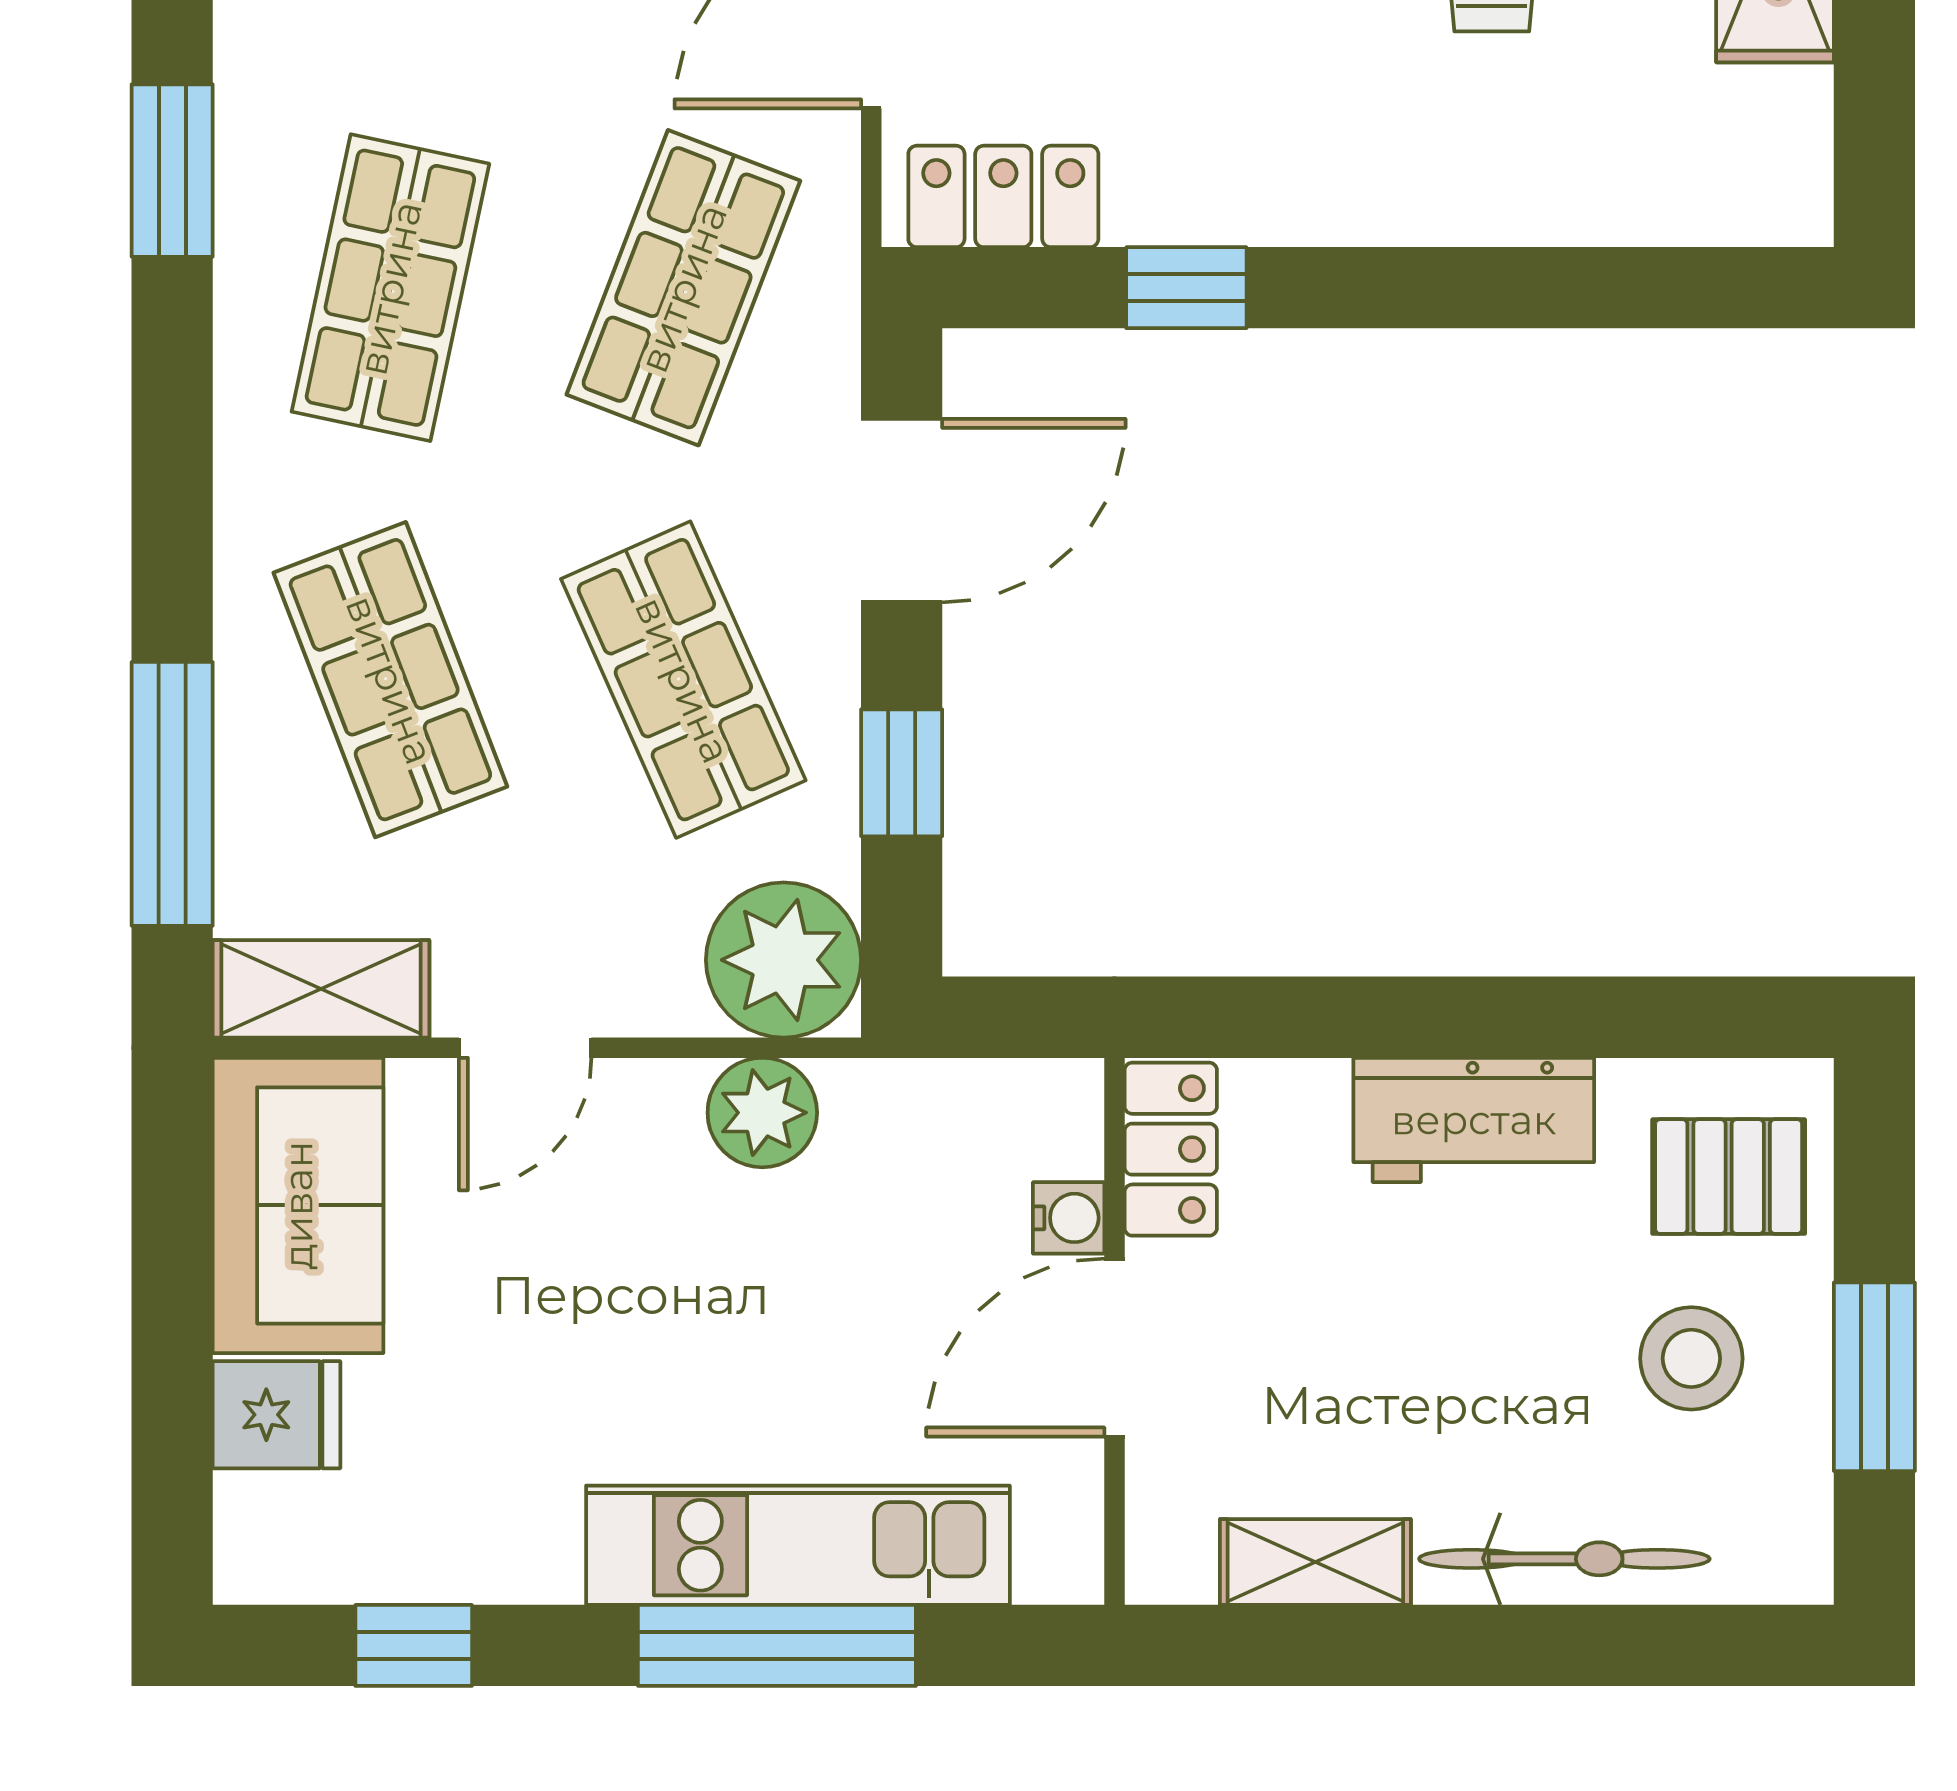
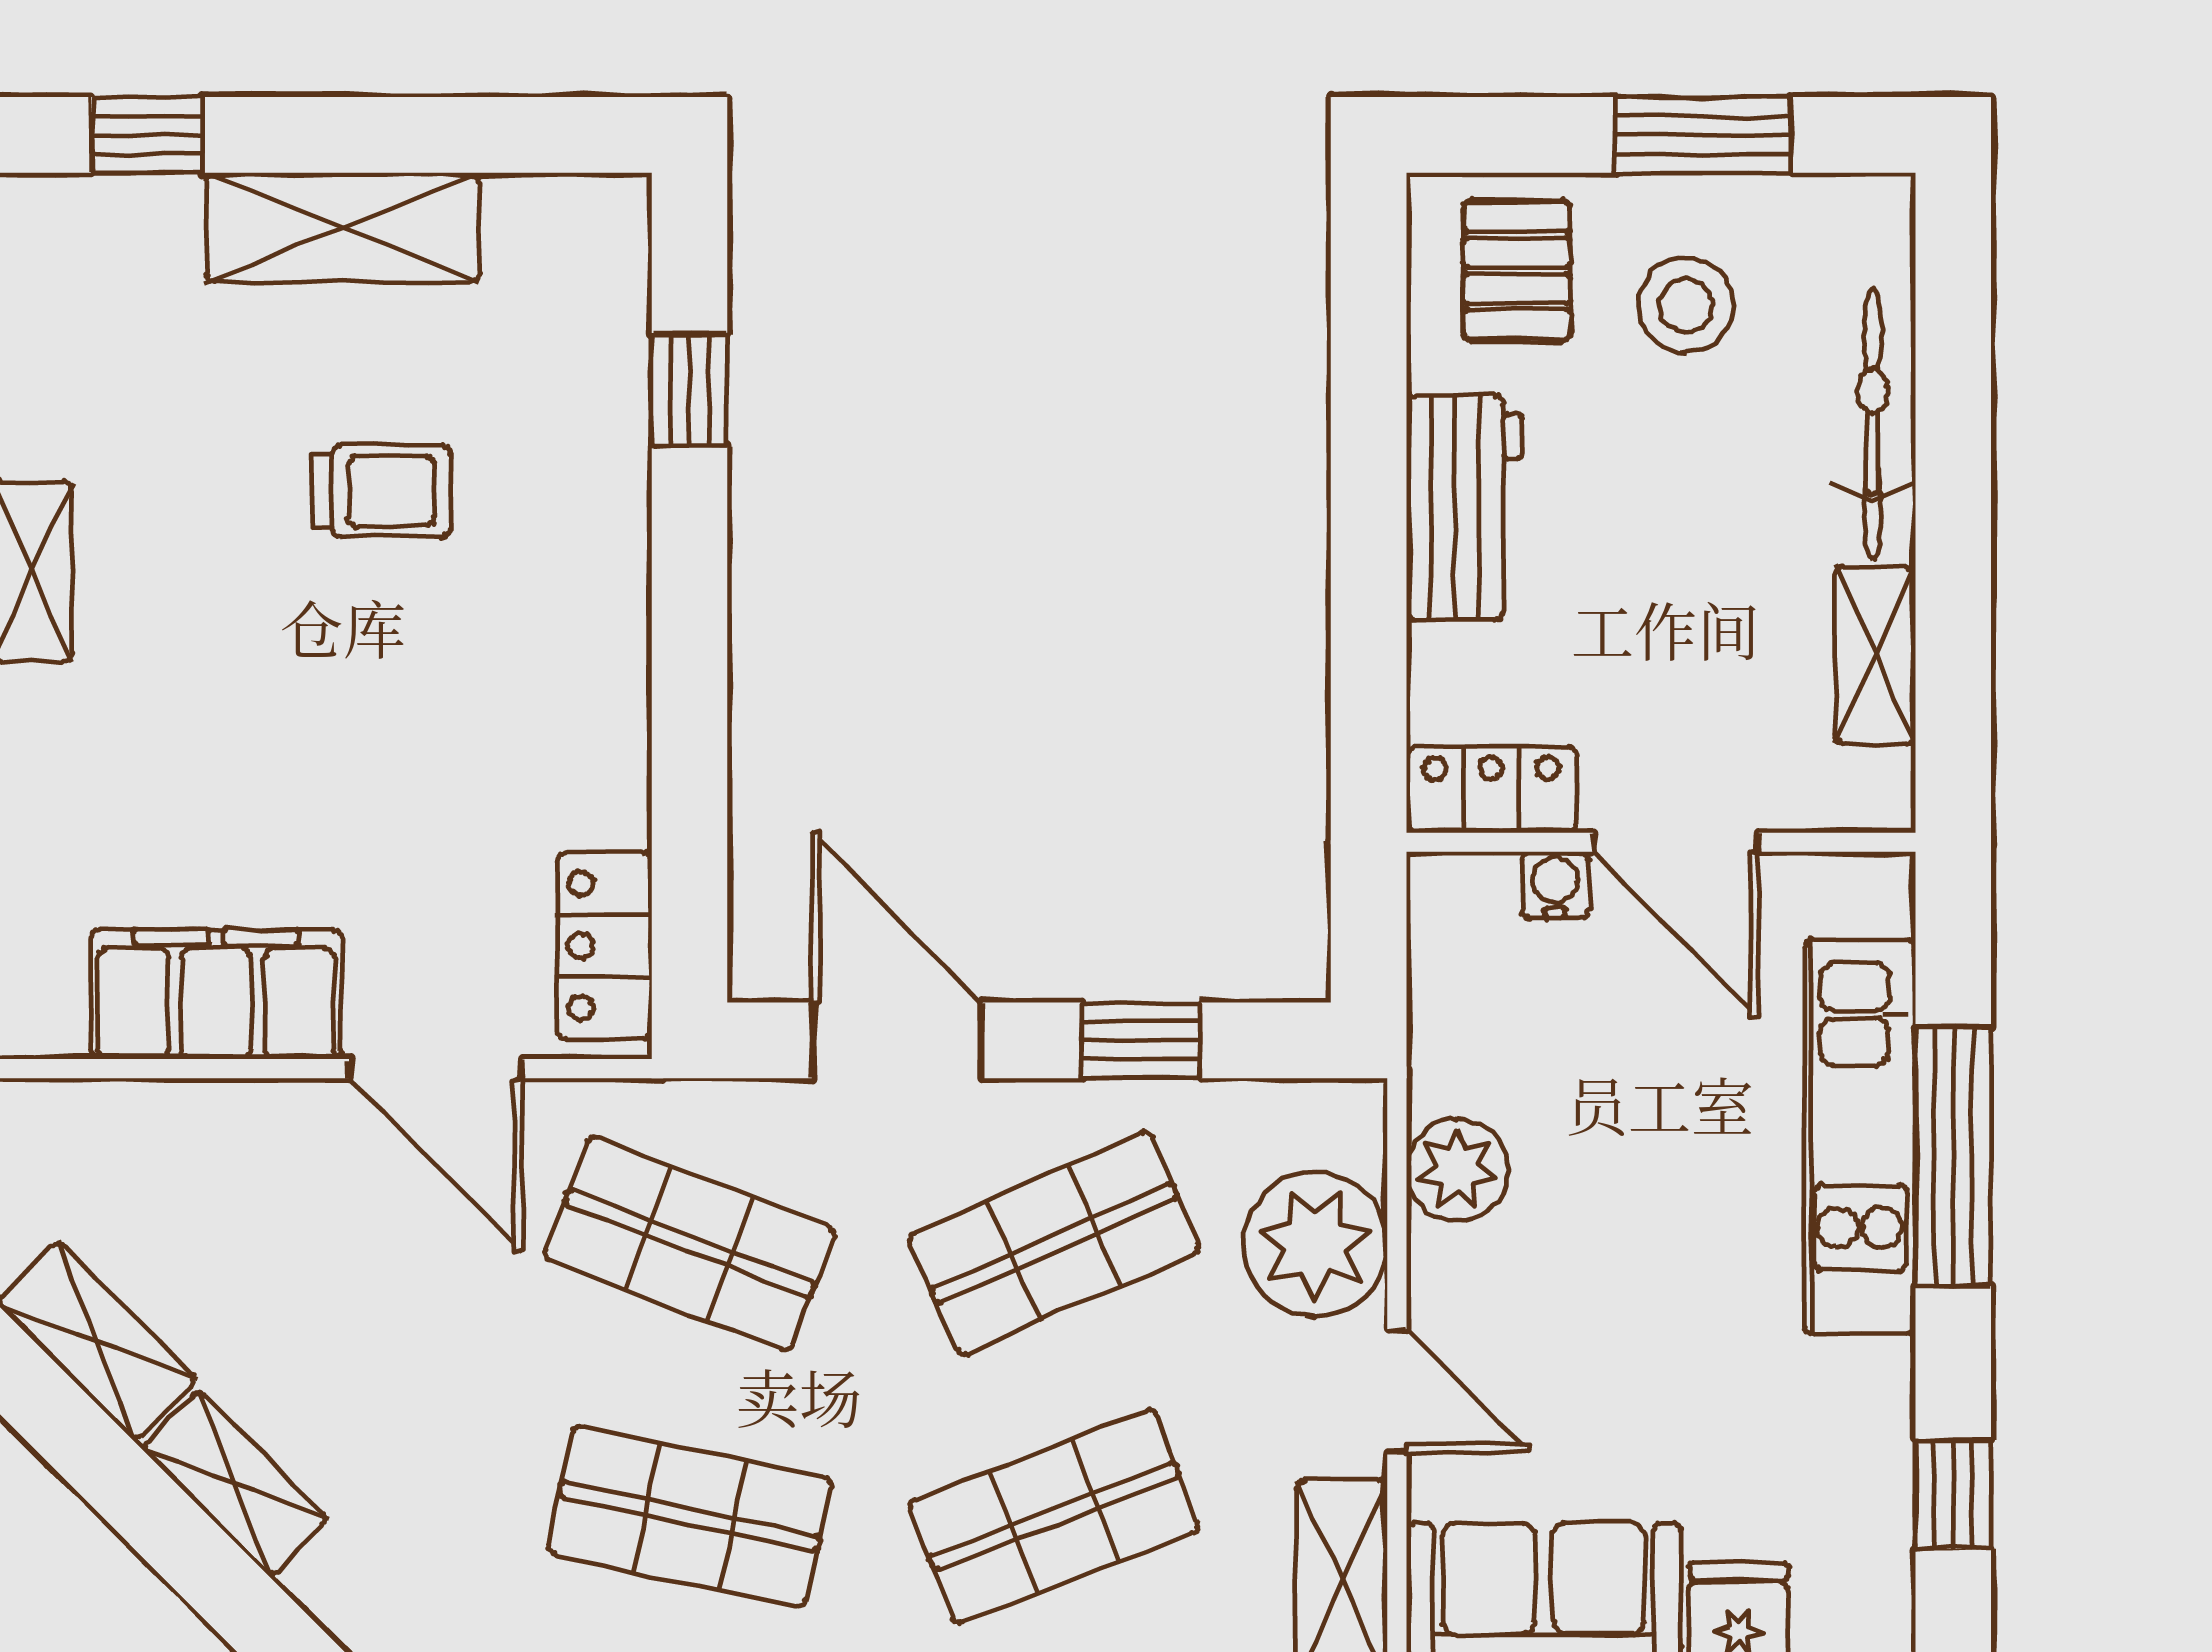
window: (1186, 288) -> (689, 390), moved
plant: (784, 960) -> (1315, 1244), moved

